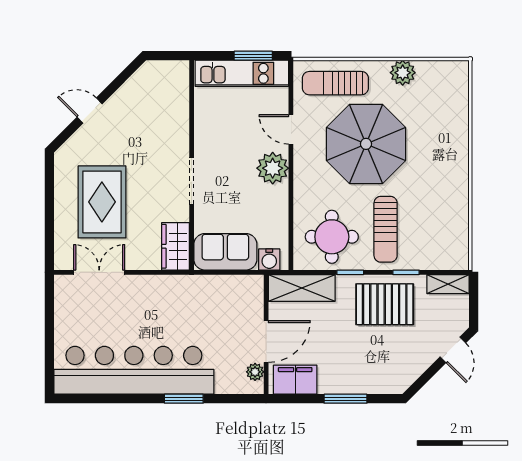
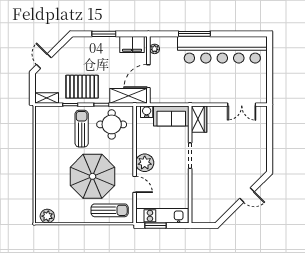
plant: (403, 73) -> (47, 216), moved
rug: (102, 202) -> (240, 144), removed
door: (266, 342) -> (148, 76), moved
window: (184, 399) -> (194, 34), width x1.44

